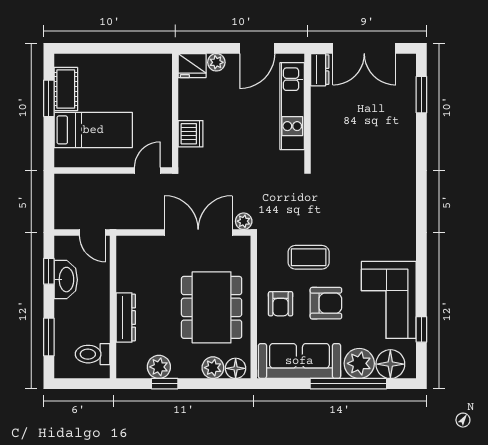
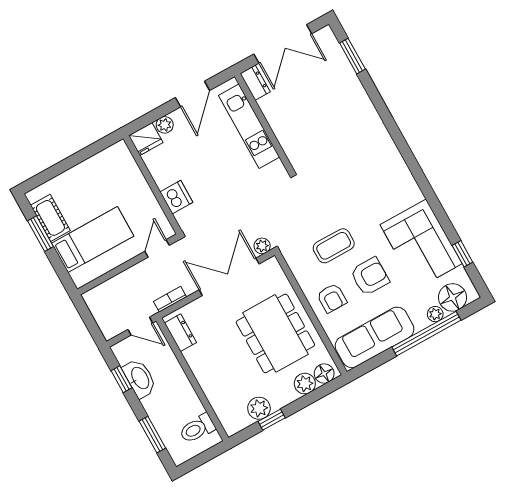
bookcase: (133, 223) -> (170, 299), added
dresser: (126, 318) -> (180, 333), moved, width x0.70
plant: (359, 363) -> (435, 314), width x0.53, depth x0.53

